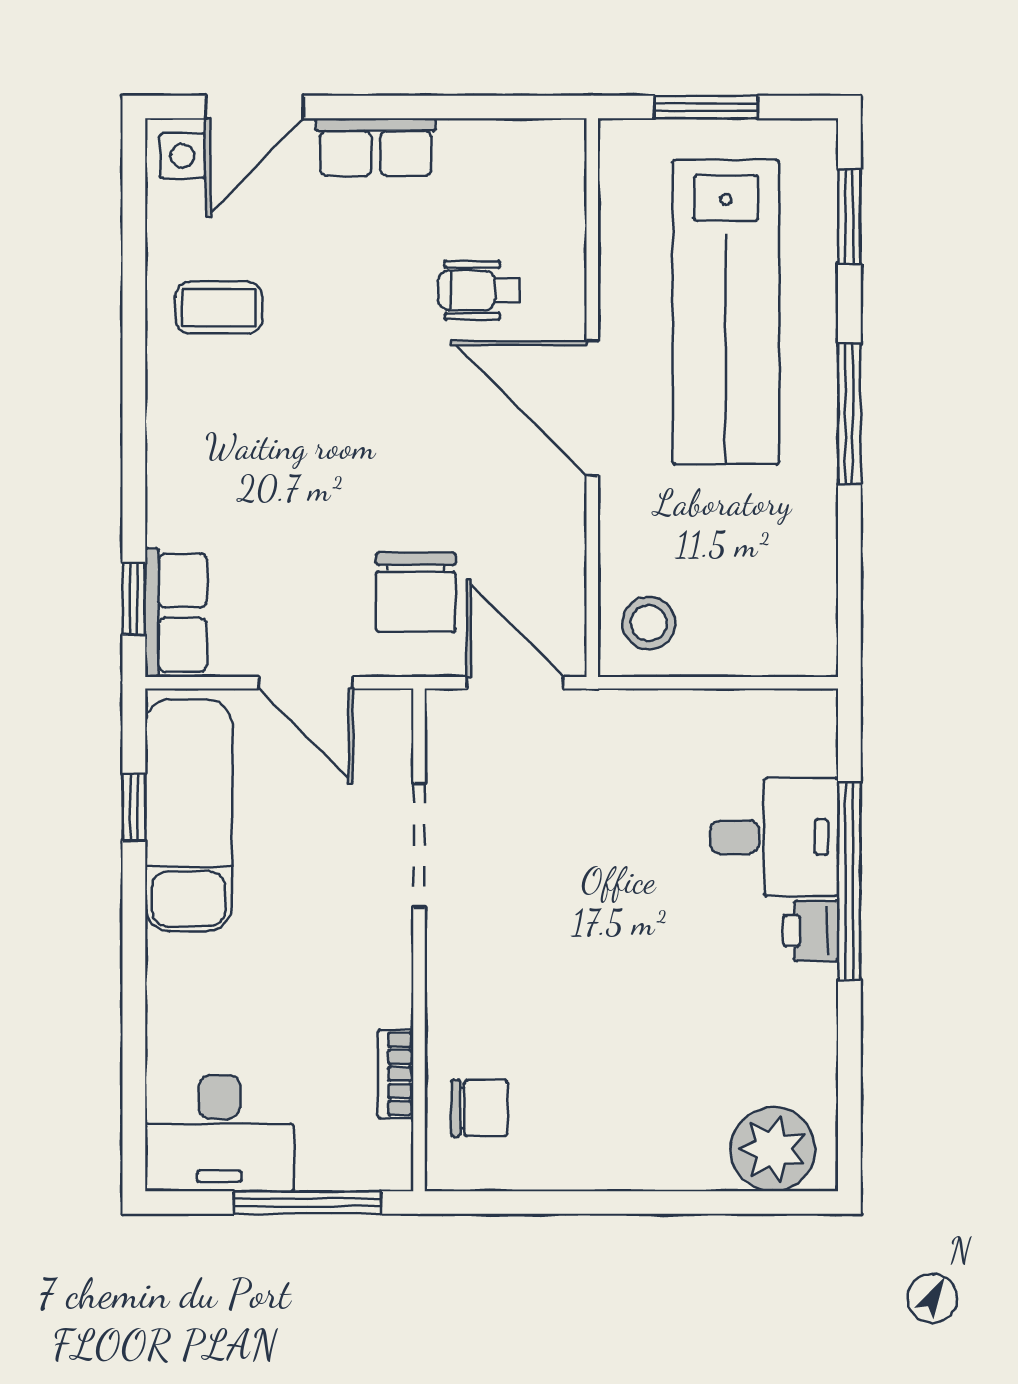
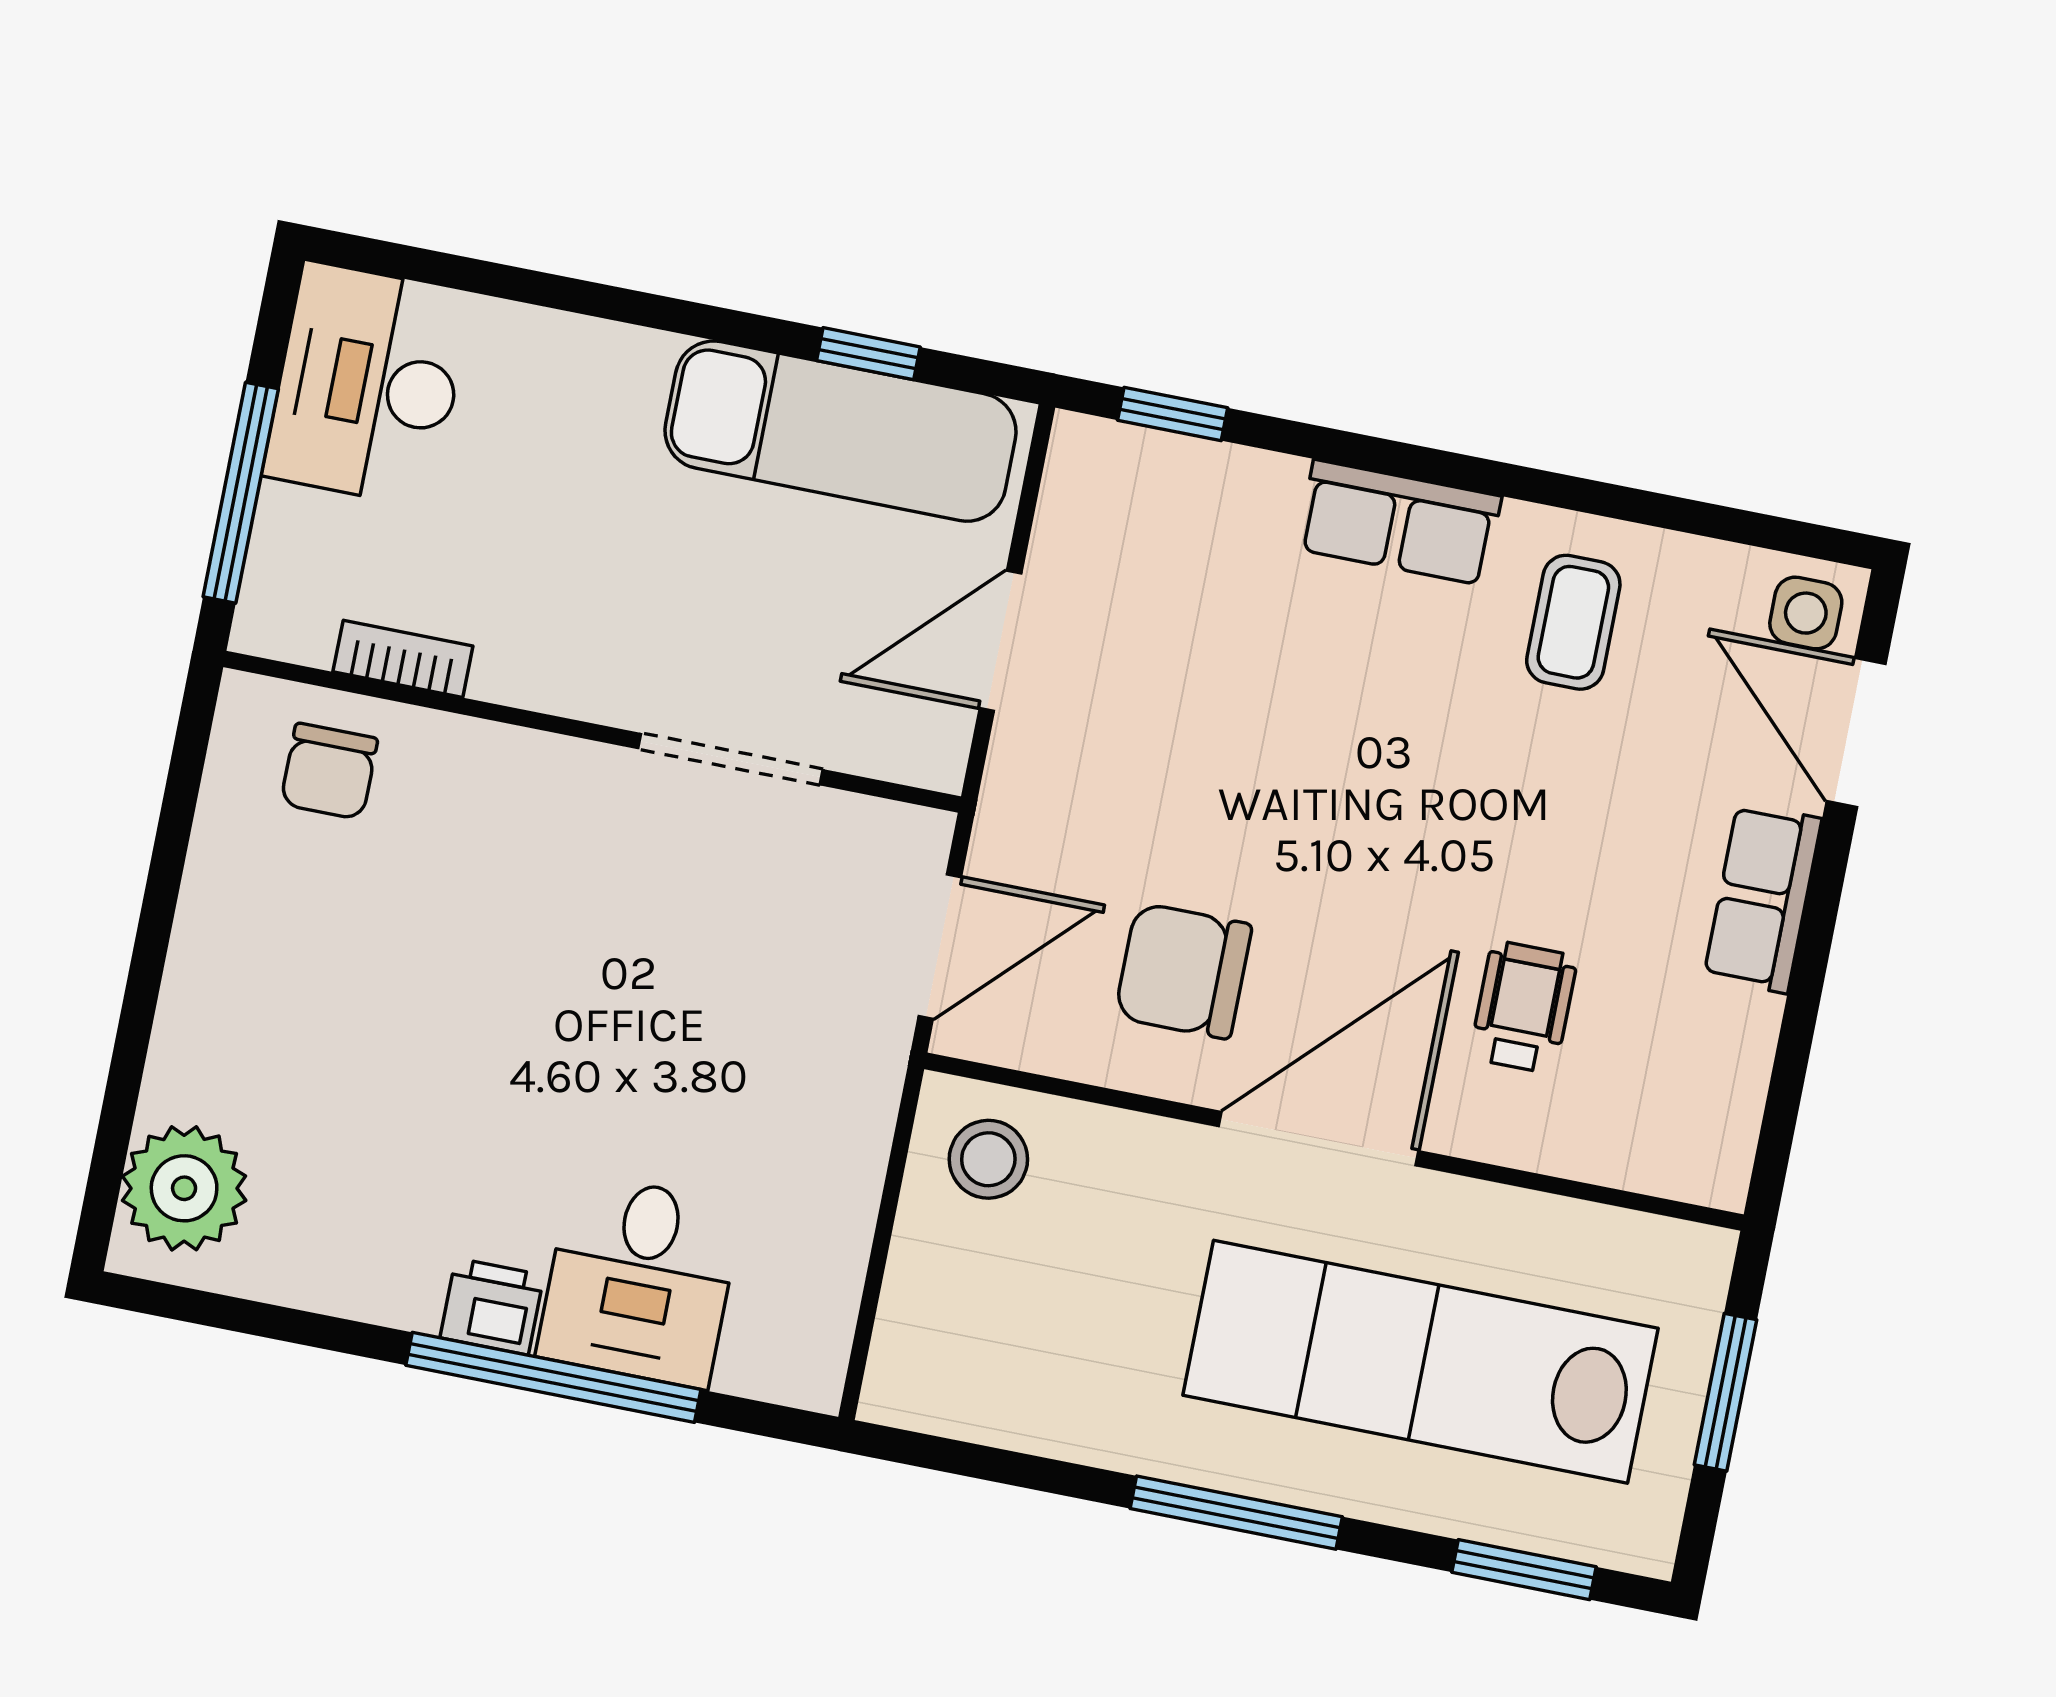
chair: (416, 592) -> (1183, 971), moved
row of seats: (176, 613) -> (1399, 523), moved

